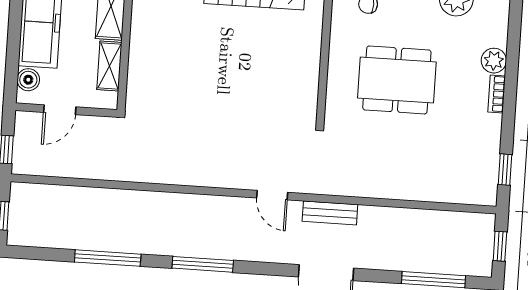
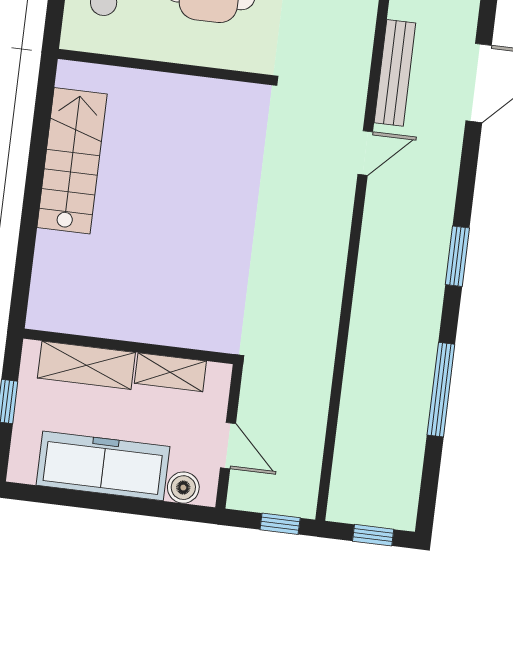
bench: (330, 213) -> (395, 73), width x1.36
window: (203, 264) -> (457, 256), width x0.69

